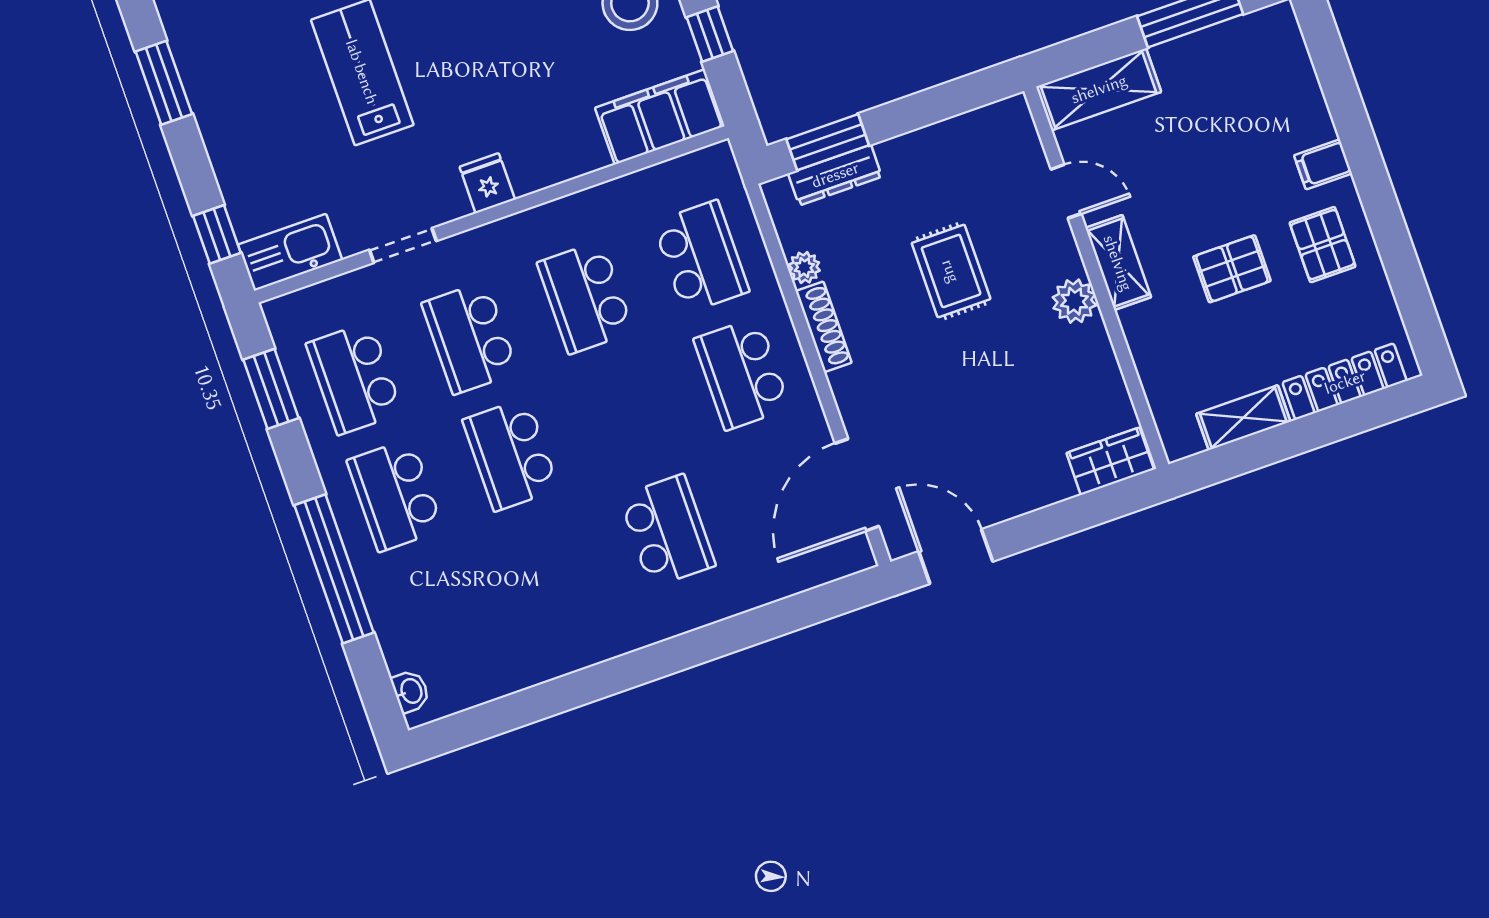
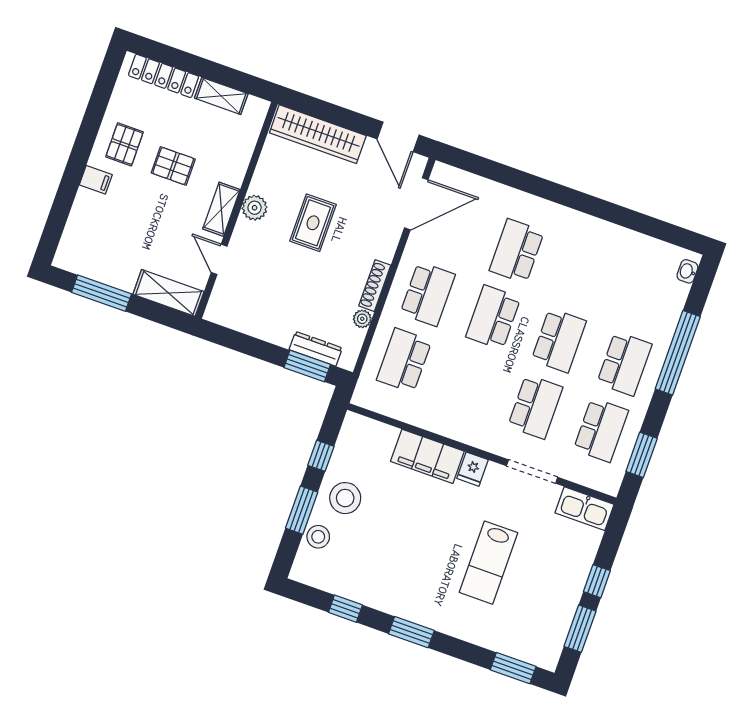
filing cabinet: (660, 117) -> (427, 456), moved
window: (217, 234) -> (597, 581), moved
doorway: (403, 245) -> (532, 472), width x1.38
rug: (951, 271) -> (313, 223), moved
school desk: (585, 297) -> (493, 317), moved, turned 180
wardrobe: (1110, 461) -> (318, 134), width x2.10, depth x1.17

